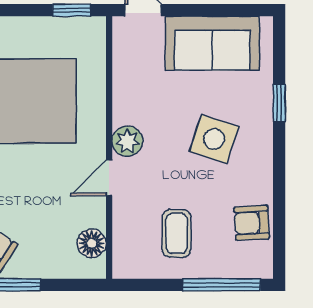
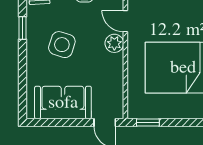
window: (279, 103) -> (23, 28), moved
door: (109, 178) -> (125, 21), swing flipped

